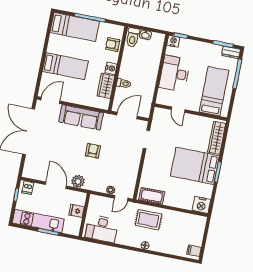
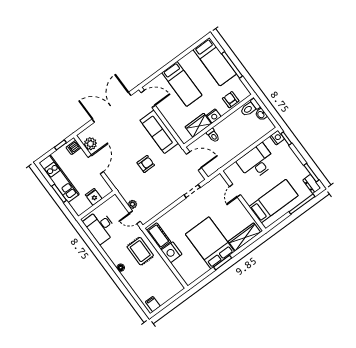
plant: (78, 181) -> (90, 144), moved
nightstand: (201, 205) -> (172, 252), moved

